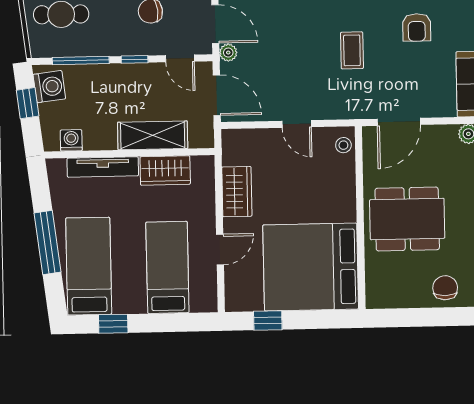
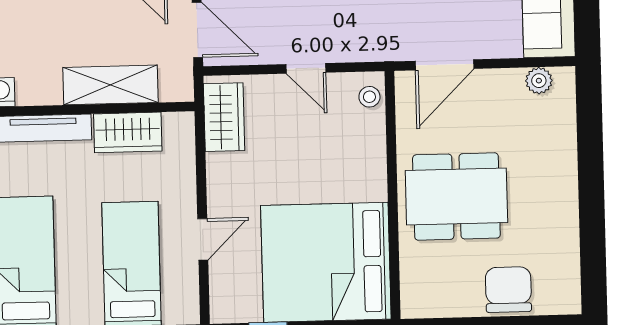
wardrobe: (237, 192) -> (224, 117), moved
chair: (445, 288) -> (508, 290), width x1.37, depth x1.37

